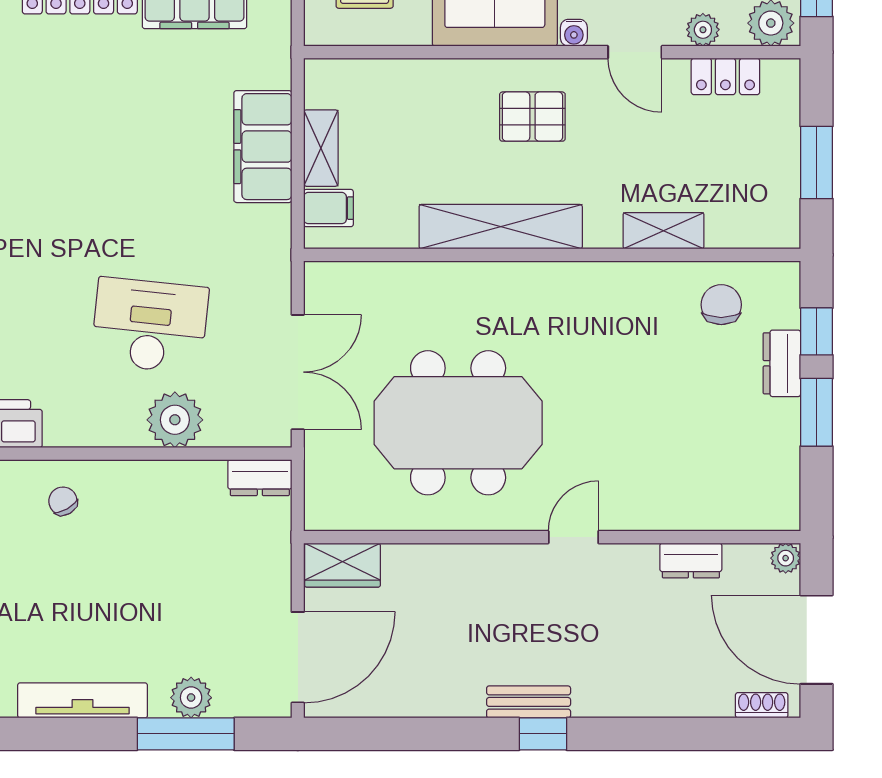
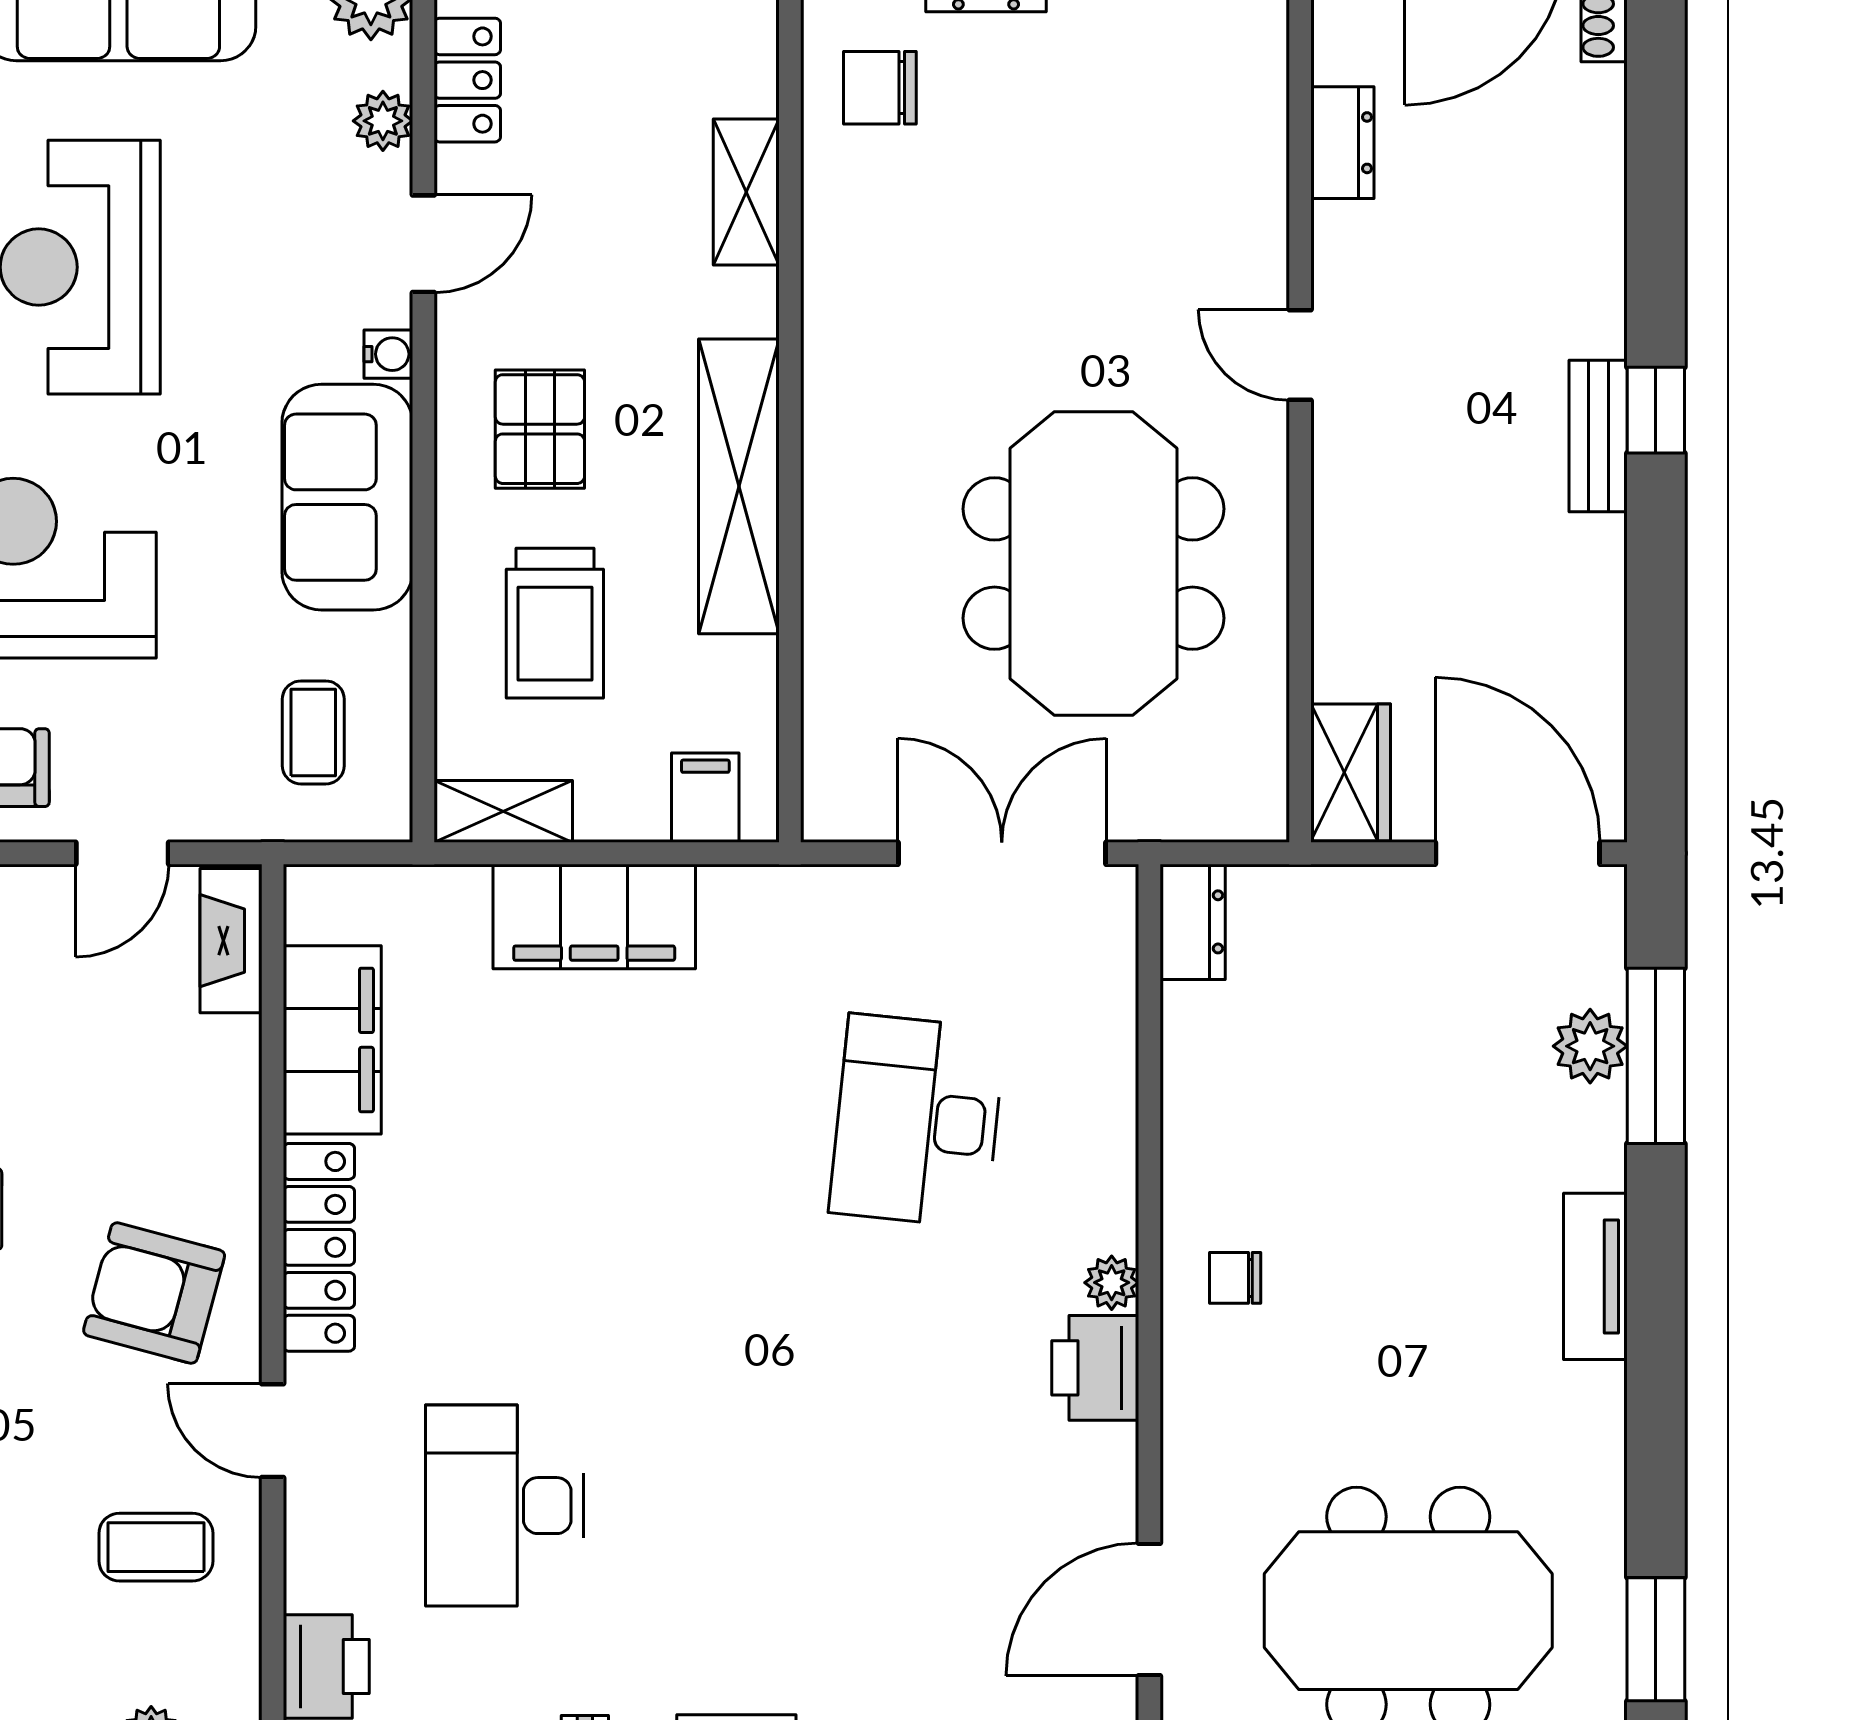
trolley: (425, 125) -> (555, 623), added
shelving: (321, 148) -> (503, 811), moved
plant: (175, 420) -> (1112, 1283), moved, width x0.53, depth x0.53
chair: (63, 501) -> (1235, 1278), turned 30
tv unit: (83, 700) -> (1595, 1276), width x0.71

